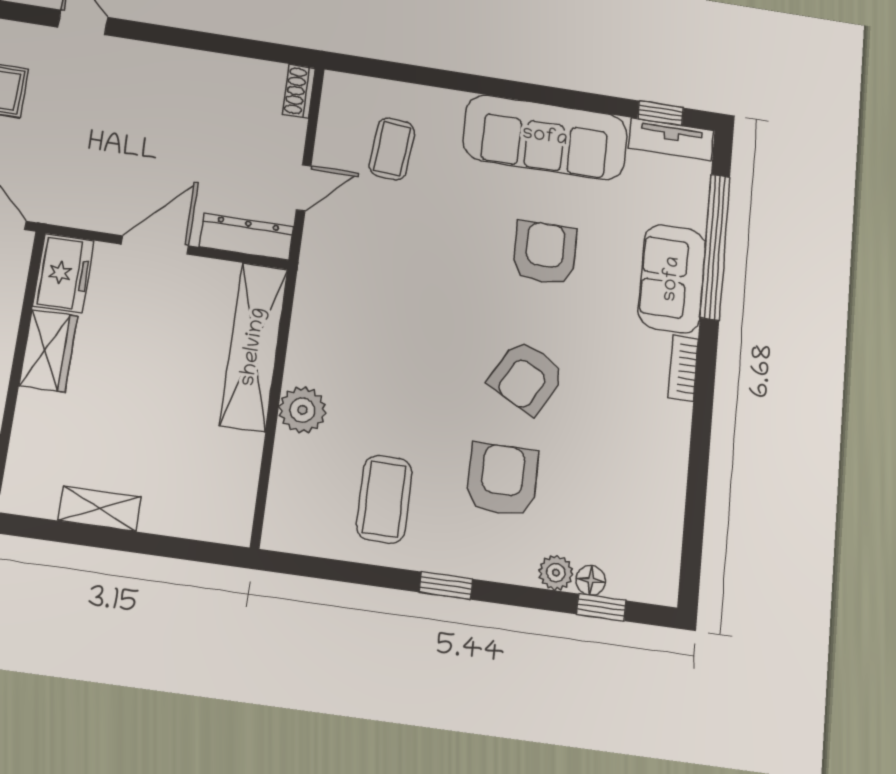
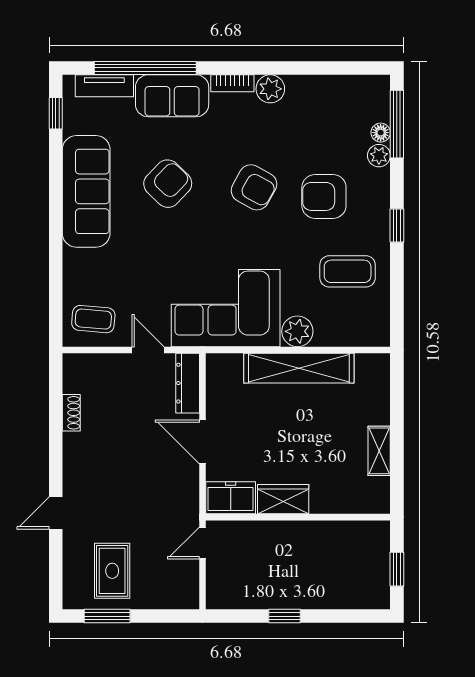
shoe rack: (299, 91) -> (71, 413), moved, turned -90
tv unit: (671, 139) -> (104, 86), moved, turned 90
coffee table: (392, 149) -> (93, 319), moved
armchair: (545, 253) -> (168, 184), turned 134
corner sofa: (351, 309) -> (226, 308), added
shelving: (254, 347) -> (299, 368), moved
plant: (671, 423) -> (270, 89), added
window: (601, 607) -> (397, 124), width x2.17

